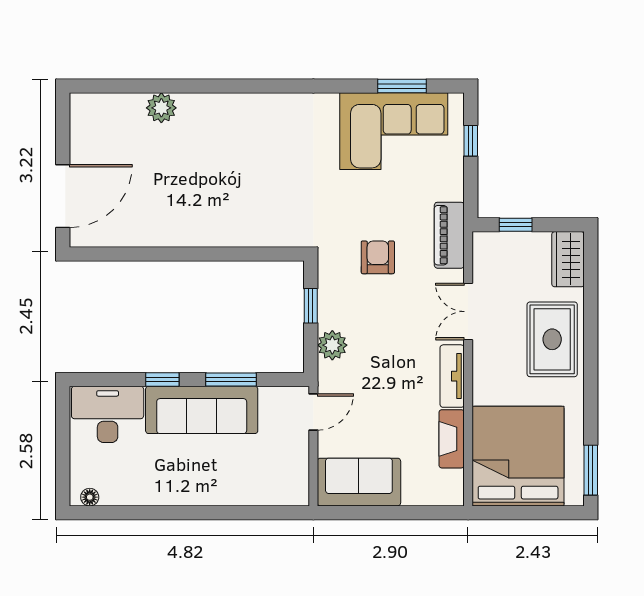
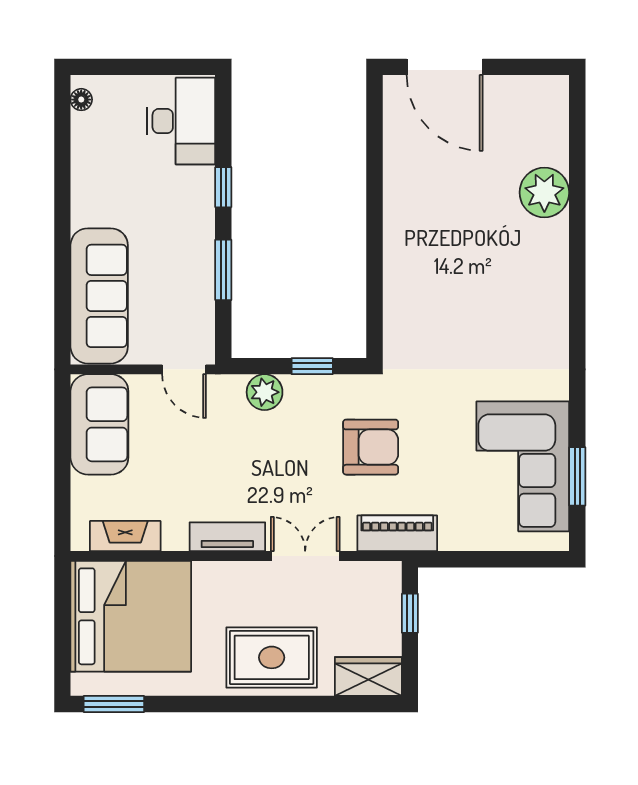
plant: (161, 108) -> (544, 192), width x1.36, depth x1.36
window: (471, 141) -> (511, 559), removed
armchair: (378, 257) -> (371, 447), width x1.38, depth x1.38
sofa: (202, 410) -> (99, 296), moved, turned 180
fireplace: (452, 439) -> (125, 536), moved

